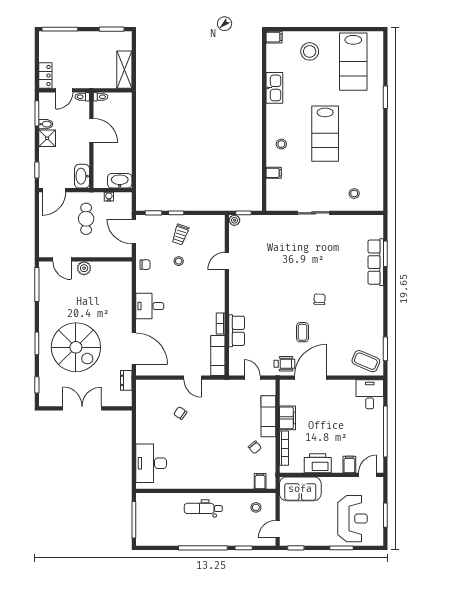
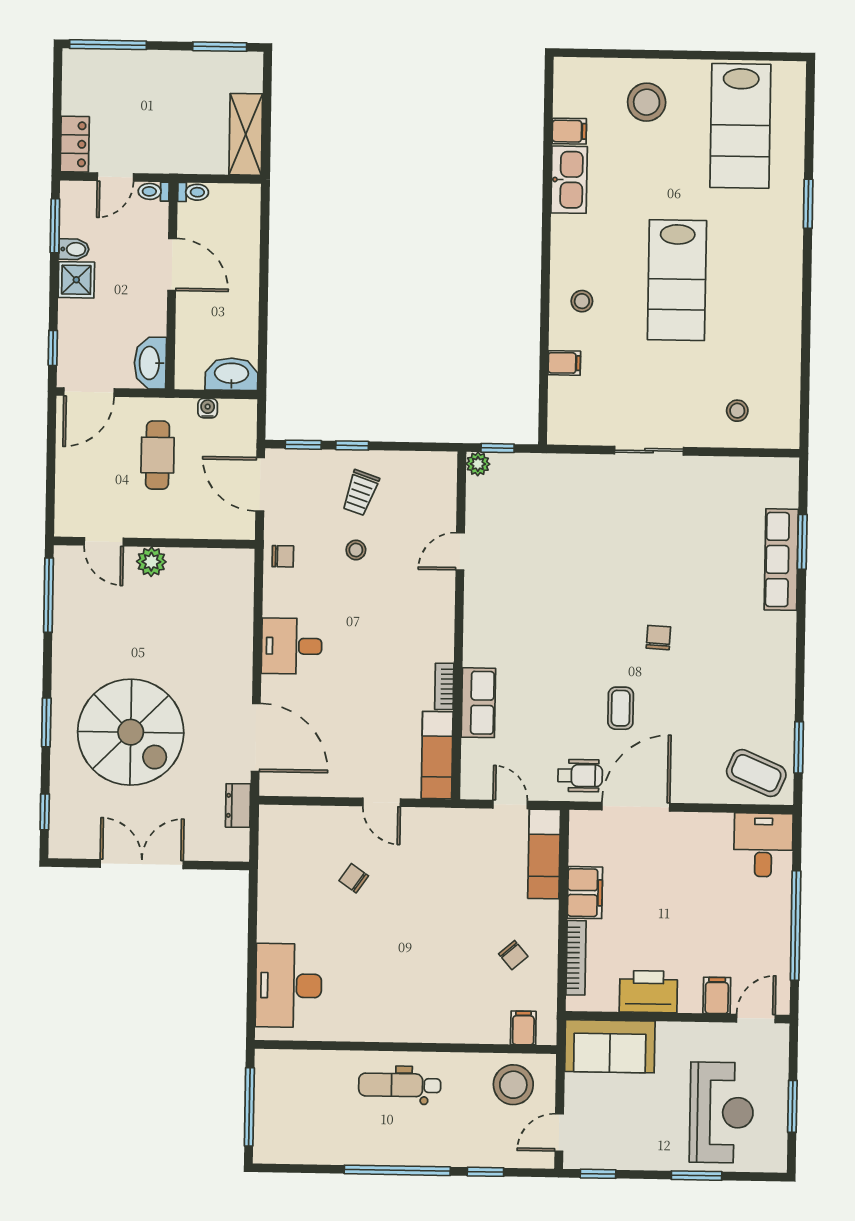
filing cabinet: (274, 37) -> (569, 131), moved
exam couch: (268, 416) -> (544, 854), moved
stool: (256, 507) -> (513, 1085), width x1.89, depth x1.89

